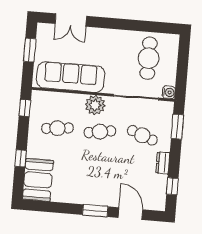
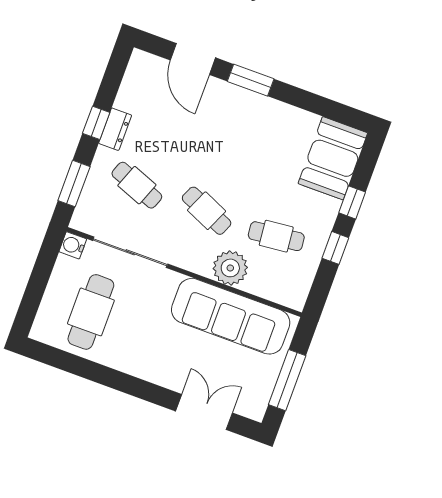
window: (30, 50) -> (287, 380), width x1.44
plant: (95, 105) -> (230, 268), moved
window: (25, 108) -> (335, 248), moved
cafe table: (100, 132) -> (207, 211), turned 33
window: (172, 186) -> (96, 123), moved

